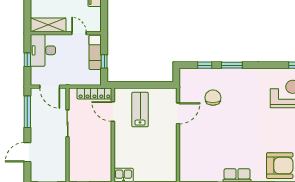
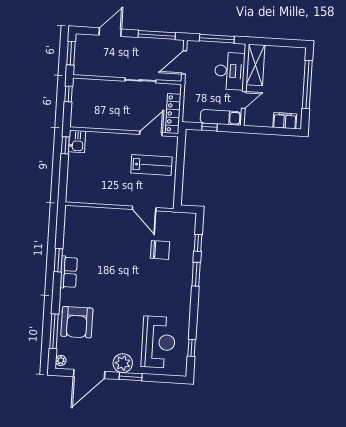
desk: (43, 50) -> (230, 71), moved, turned 90
window: (27, 60) -> (217, 39), width x2.17
door: (27, 152) -> (110, 32), hinge flipped

